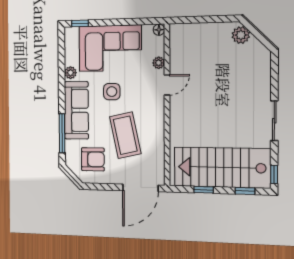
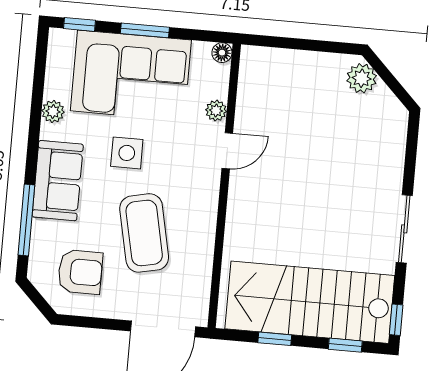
window: (115, 22) -> (145, 30), added
sofa: (76, 110) -> (58, 181), width x0.73

